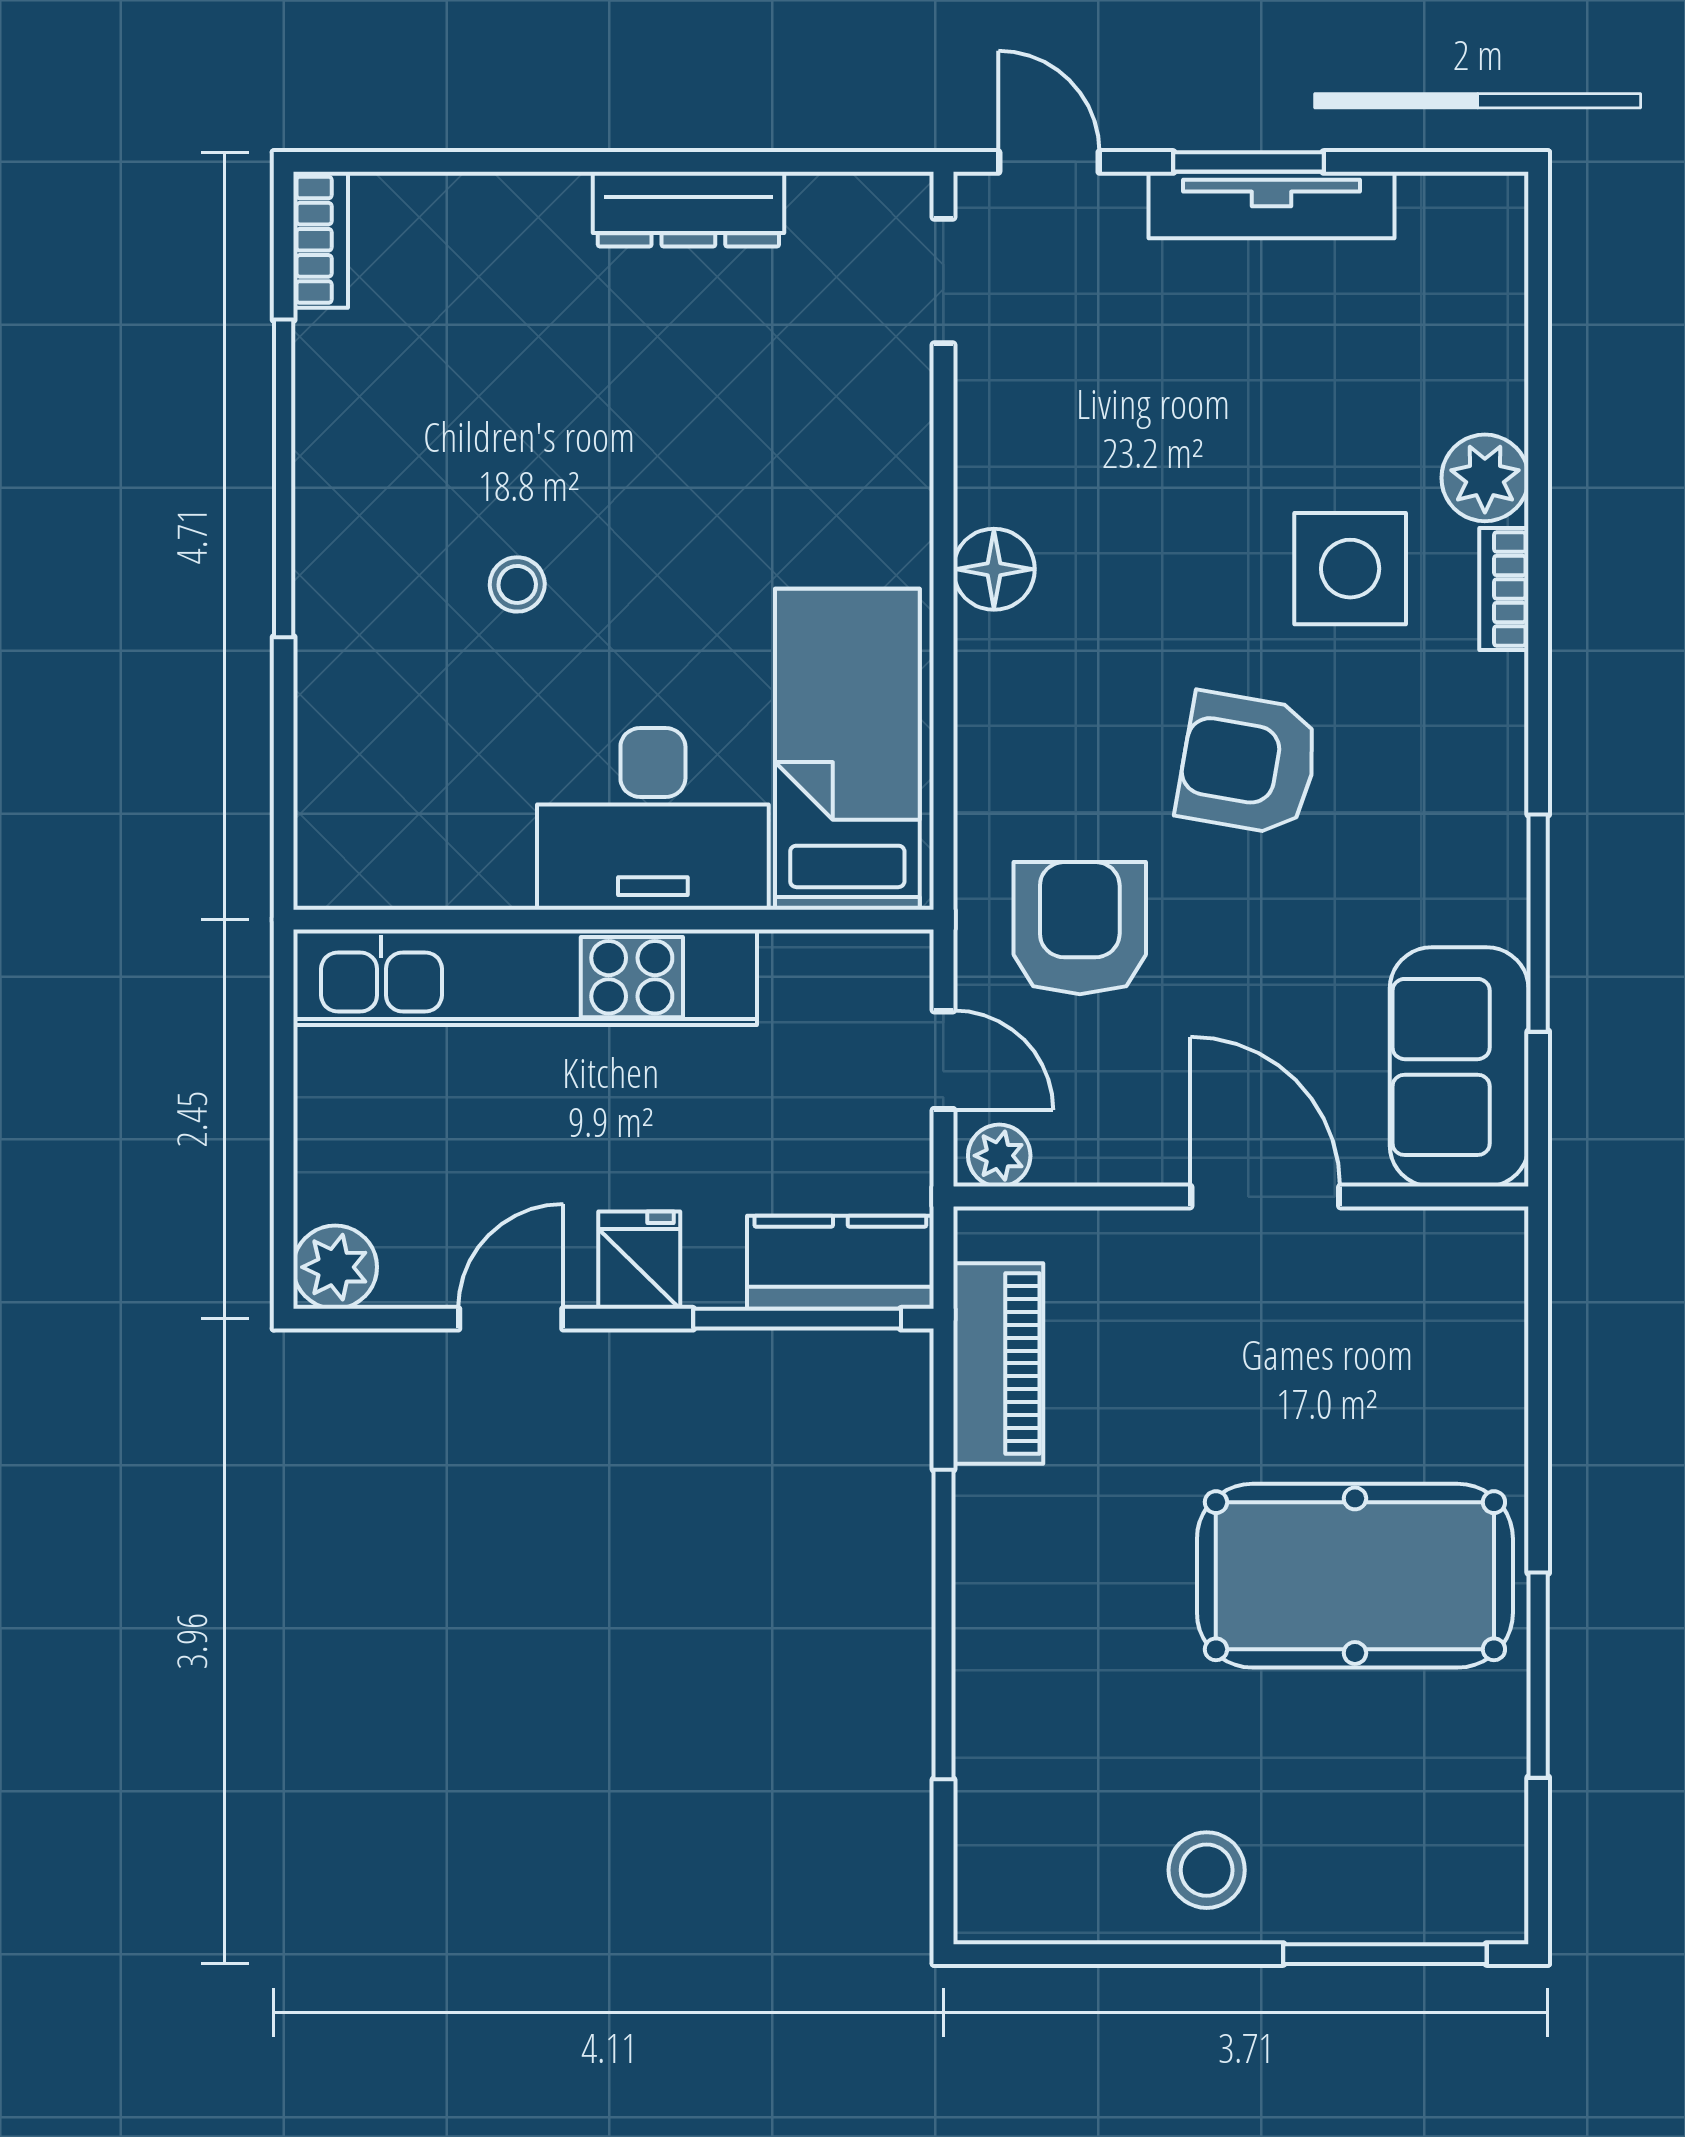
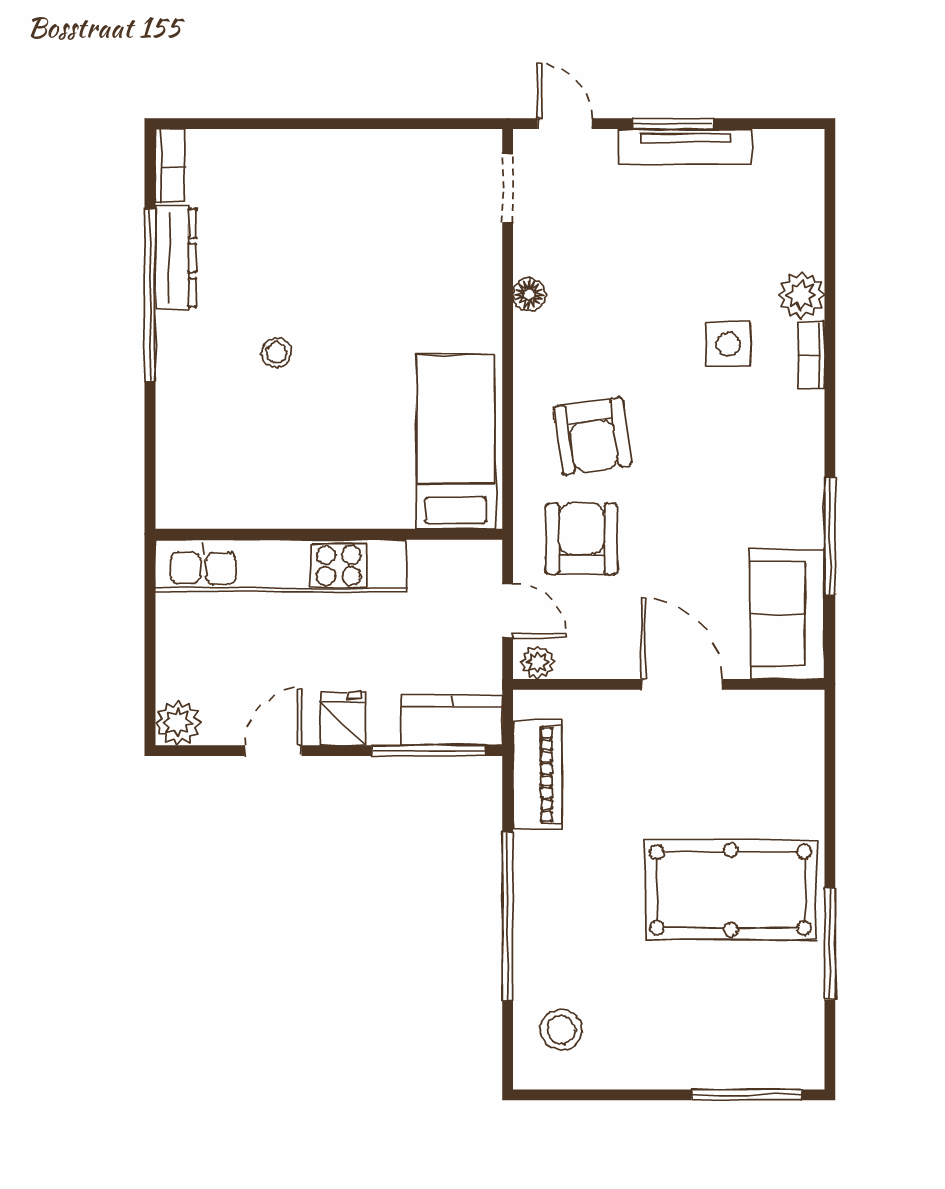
dresser: (688, 209) -> (176, 258), moved, turned -90
floor lamp: (994, 569) -> (529, 295), moved, width x0.73, depth x0.73
side table: (1350, 569) -> (728, 344), width x0.73, depth x0.73
armchair: (1248, 763) -> (592, 436), moved, turned -108
desk: (653, 819) -> (350, 480), removed
stool: (1207, 1870) -> (561, 1030), moved

